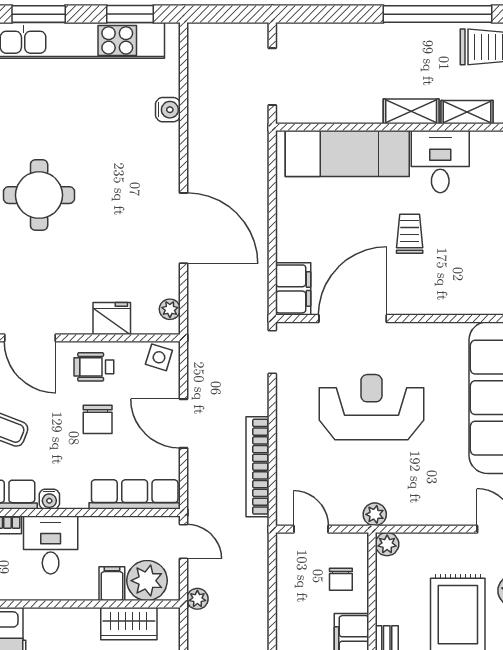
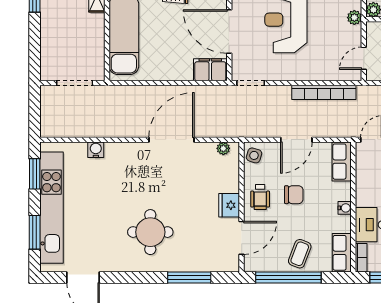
fridge: (112, 318) -> (229, 205), moved
row of seats: (135, 494) -> (342, 162), width x0.68
water cooler: (49, 499) -> (345, 208), moved

